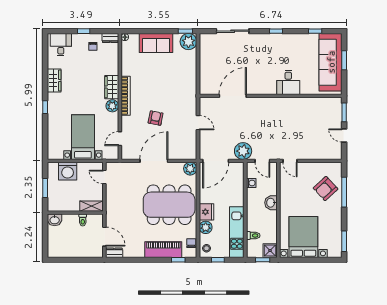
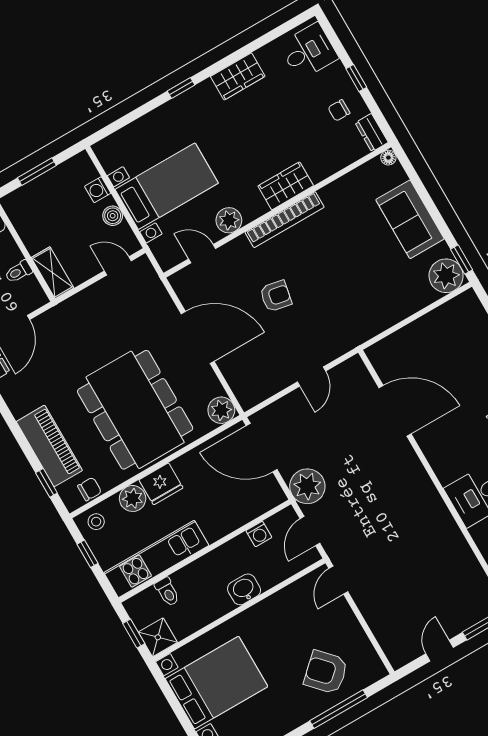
plant: (112, 106) -> (229, 220), moved
boiler: (82, 167) -> (113, 216), added
washing machine: (68, 171) -> (98, 190), width x0.53, depth x0.53
door: (104, 177) -> (118, 266), hinge flipped

